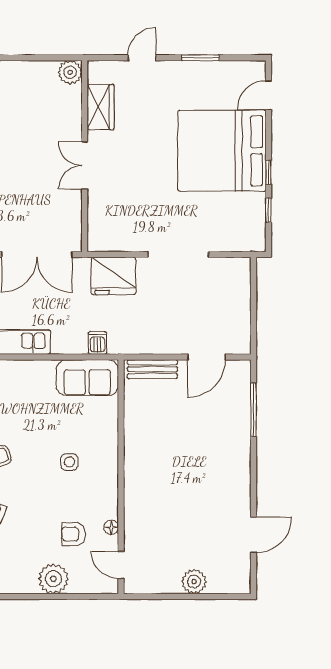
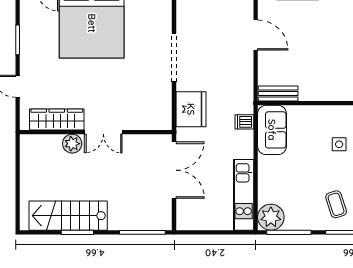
plant: (70, 72) -> (72, 144), moved
wardrobe: (100, 107) -> (57, 119), width x1.50
bench: (152, 369) -> (278, 94), moved, turned 90

